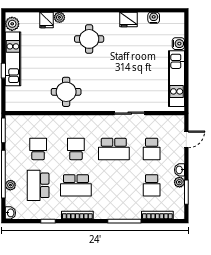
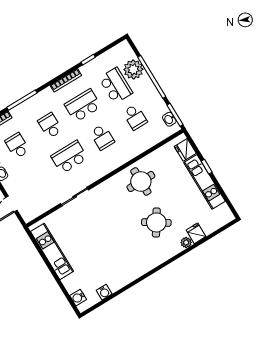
fridge: (129, 20) -> (185, 150), moved, turned -90
plant: (12, 24) -> (224, 212), removed
round table: (89, 39) -> (156, 222), moved, turned 33
water cooler: (178, 44) -> (78, 298), moved
school desk: (152, 149) -> (50, 126), moved
plant: (10, 185) -> (133, 69), width x1.87, depth x1.87
washbasin: (10, 213) -> (169, 119), moved

